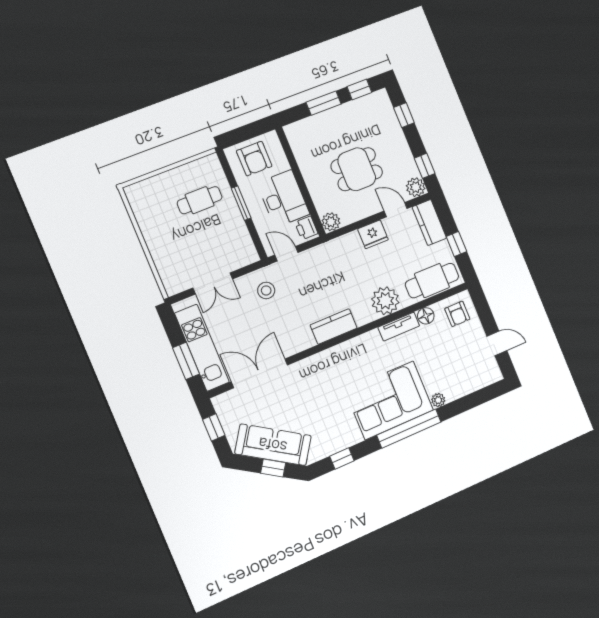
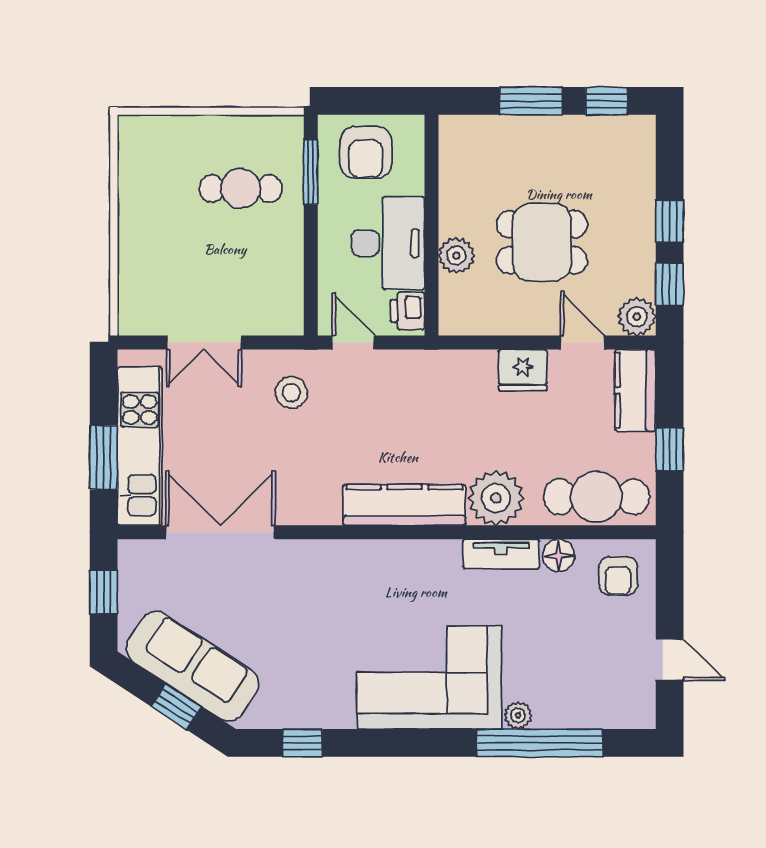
window: (404, 115) -> (670, 221), moved
window: (241, 203) -> (311, 172), moved
plant: (331, 222) -> (456, 256), moved
kitchen counter: (334, 327) -> (404, 505), width x1.50
window: (409, 429) -> (540, 743), moved

